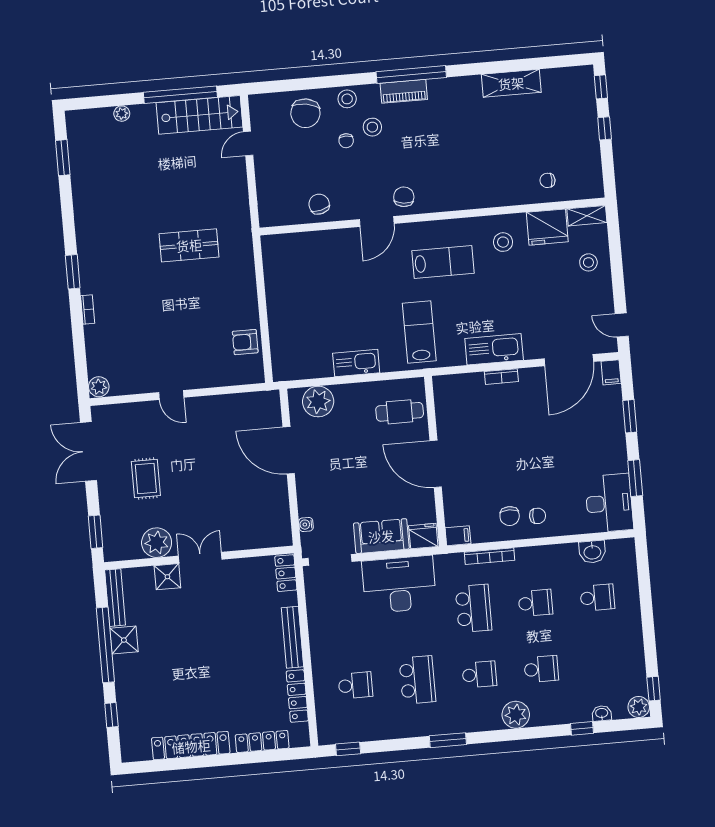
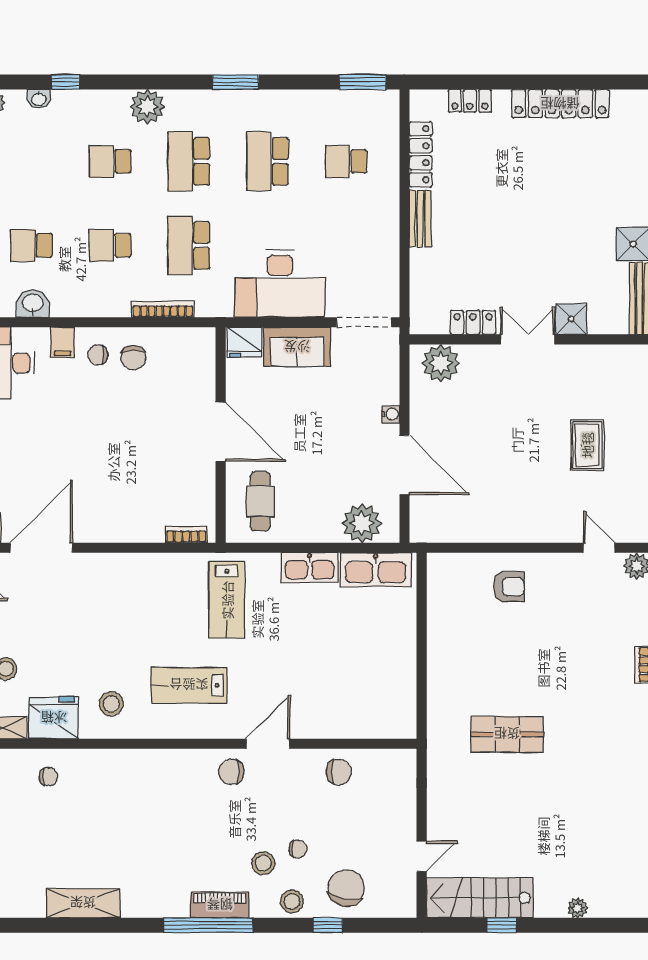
window: (317, 83) -> (328, 925), added
window: (180, 95) -> (502, 925), width x0.32
chair: (346, 141) -> (298, 849), turned 90
chair: (404, 197) -> (231, 772), turned 83
chair: (319, 204) -> (339, 772), turned -77
armchair: (245, 342) -> (509, 587), moved
kitchen sink: (494, 349) -> (376, 570), moved
bookcase: (501, 377) -> (186, 534), moved
door: (171, 395) -> (599, 548), moved
cafe table: (400, 412) -> (260, 501), turned 90
chair: (510, 516) -> (133, 358), turned 180
water cooler: (306, 524) -> (391, 414), moved
filing cabinet: (458, 536) -> (63, 342), moved, turned -90
plant: (157, 543) -> (441, 363), moved
double door: (200, 558) -> (528, 339), swing flipped
locker: (286, 573) -> (473, 322), moved, turned -90
bench: (292, 637) -> (420, 219), width x0.73
school desk: (479, 674) -> (189, 161), width x1.85
locker: (262, 741) -> (470, 101), width x0.66
window: (348, 749) -> (362, 82), width x1.50

